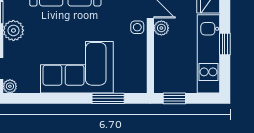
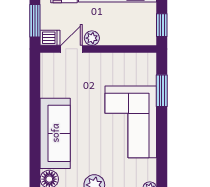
side table: (137, 27) -> (91, 62), removed

